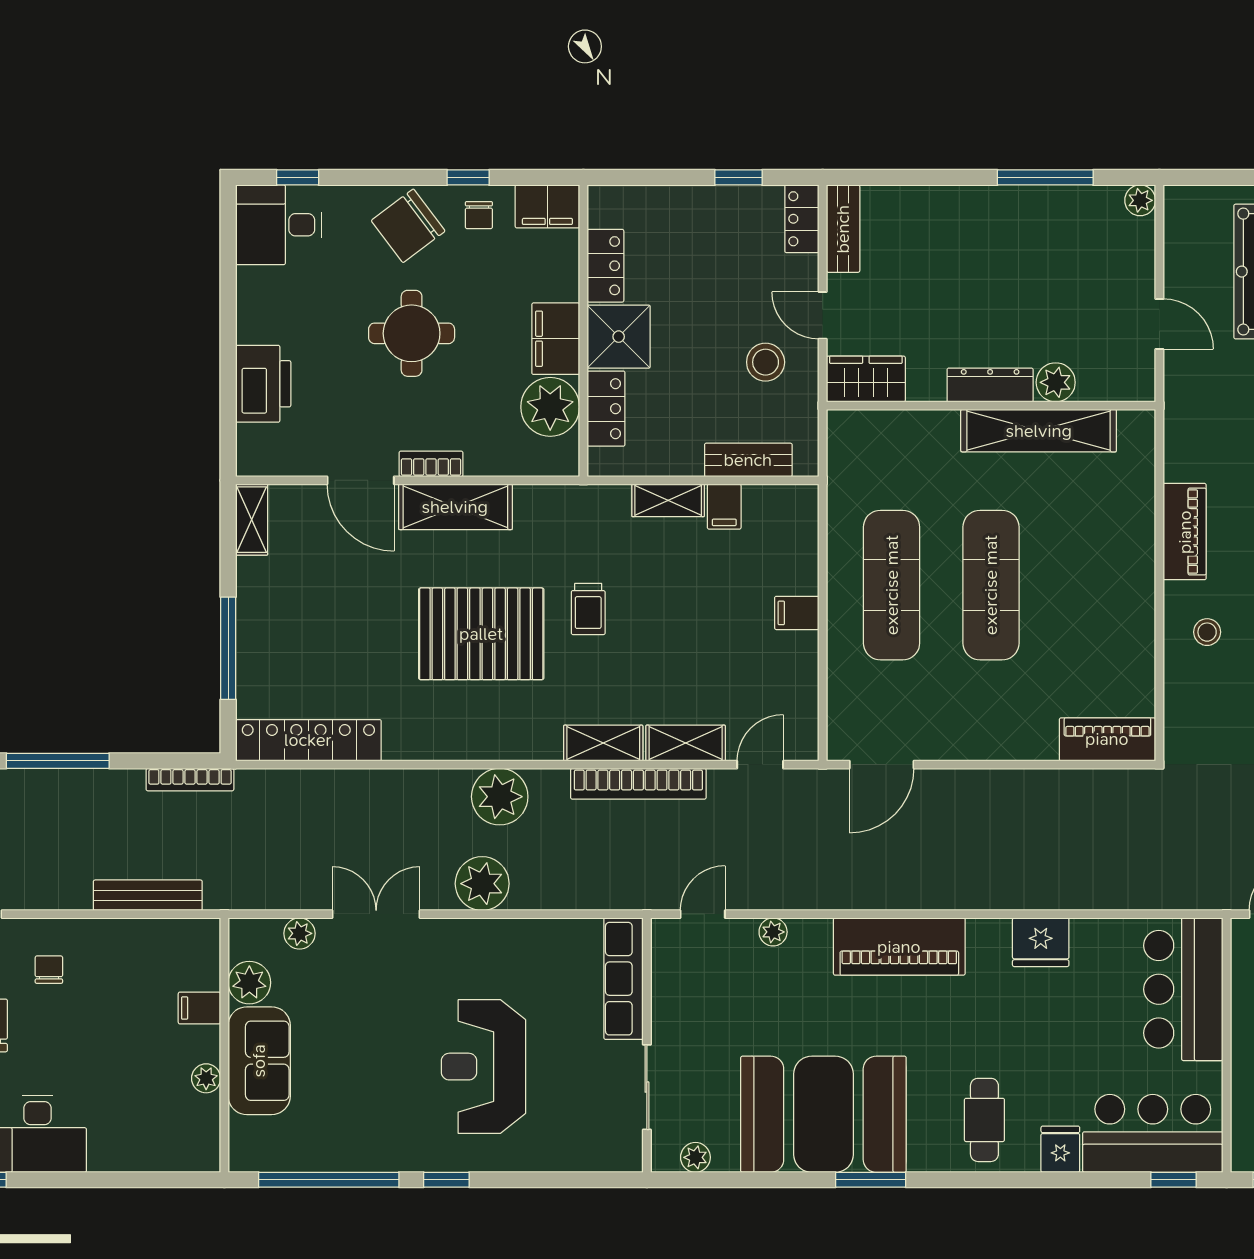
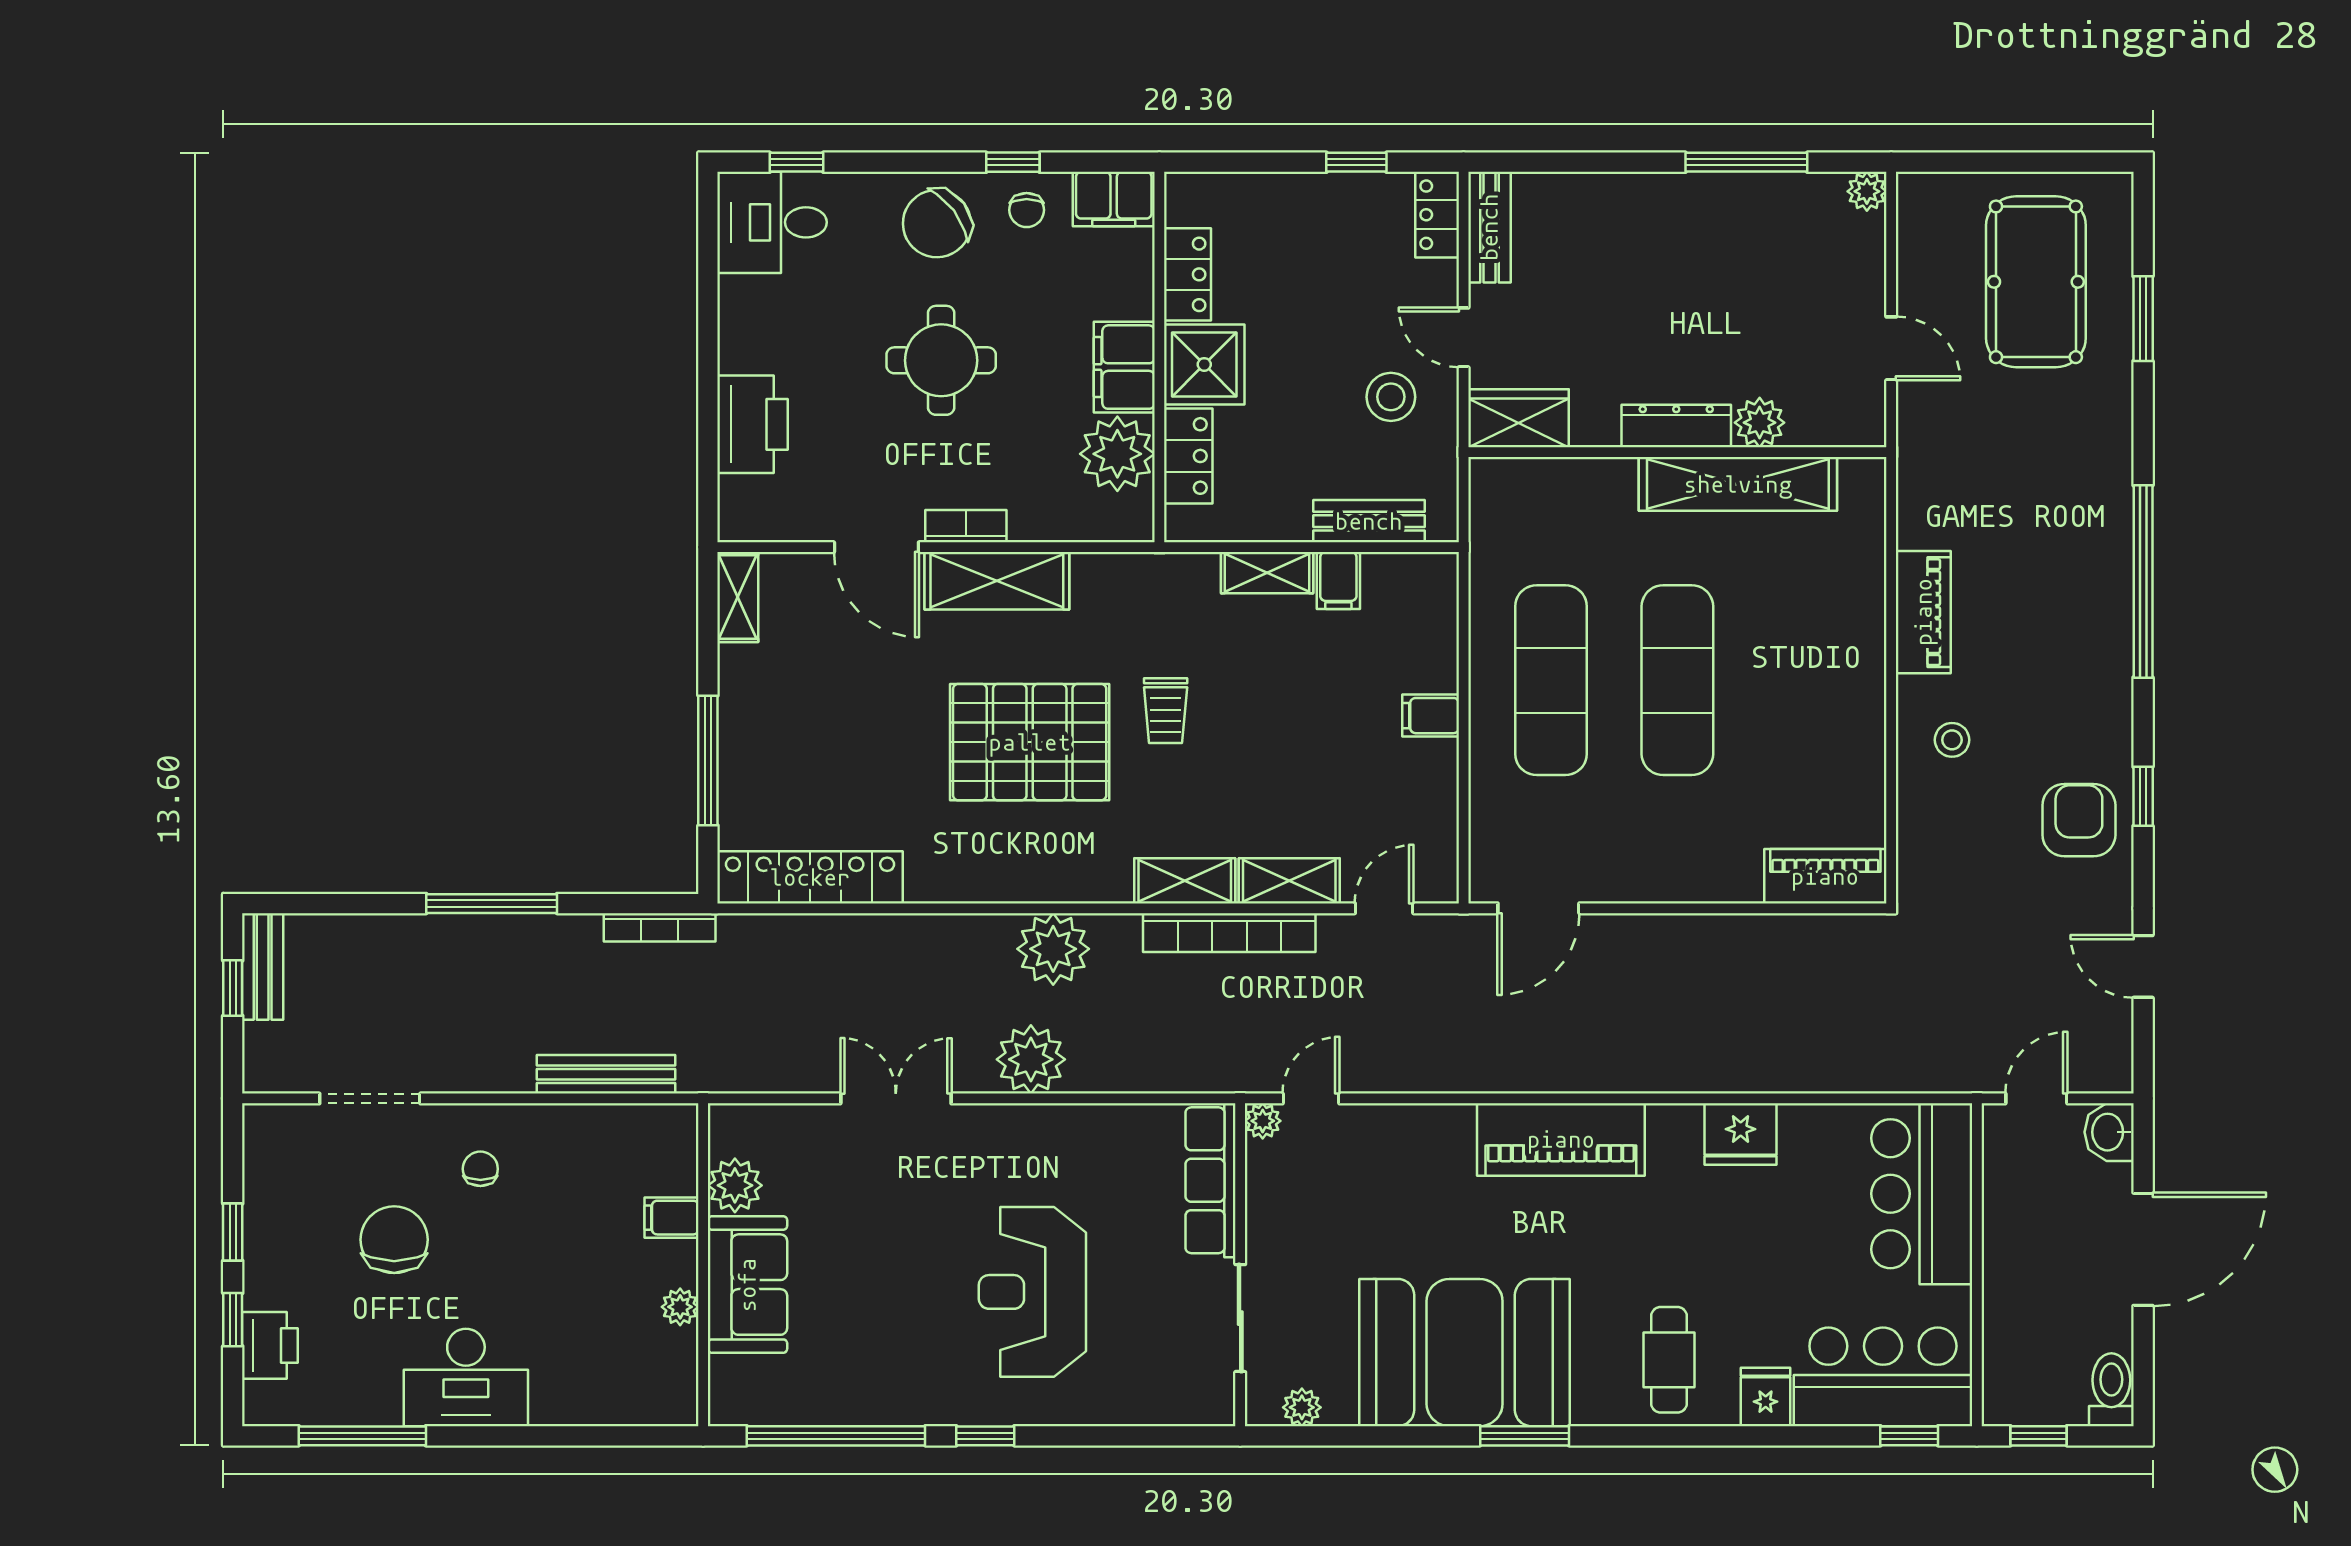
plant: (773, 932) -> (1263, 1121), moved
plant: (299, 933) -> (799, 1123), removed

